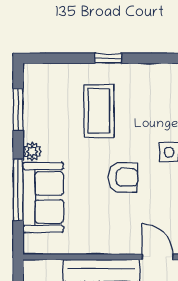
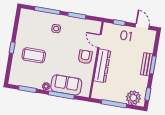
armchair: (123, 177) -> (85, 57), moved
door: (158, 257) -> (99, 41), hinge flipped

